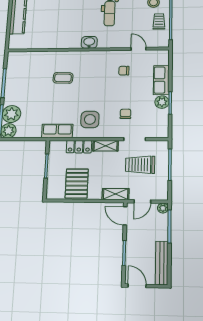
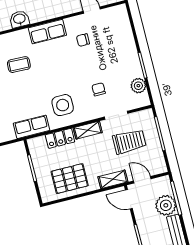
washbasin: (89, 42) -> (19, 19), moved
row of seats: (161, 80) -> (47, 32), moved, turned -90
plant: (162, 102) -> (138, 86), moved
trolley: (140, 165) -> (129, 142), turned 180
pallet: (77, 183) -> (70, 179), turned 90
door: (142, 201) -> (142, 180), swing flipped
plant: (163, 208) -> (166, 205), moved, width x1.88, depth x1.88

